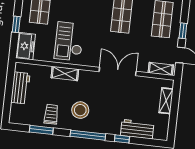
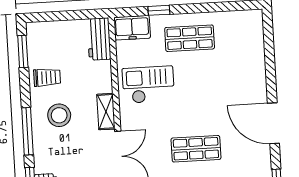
shelving: (65, 73) -> (106, 112), moved
workbench: (20, 88) -> (99, 39), moved, turned 90
window: (41, 130) -> (23, 51), moved

